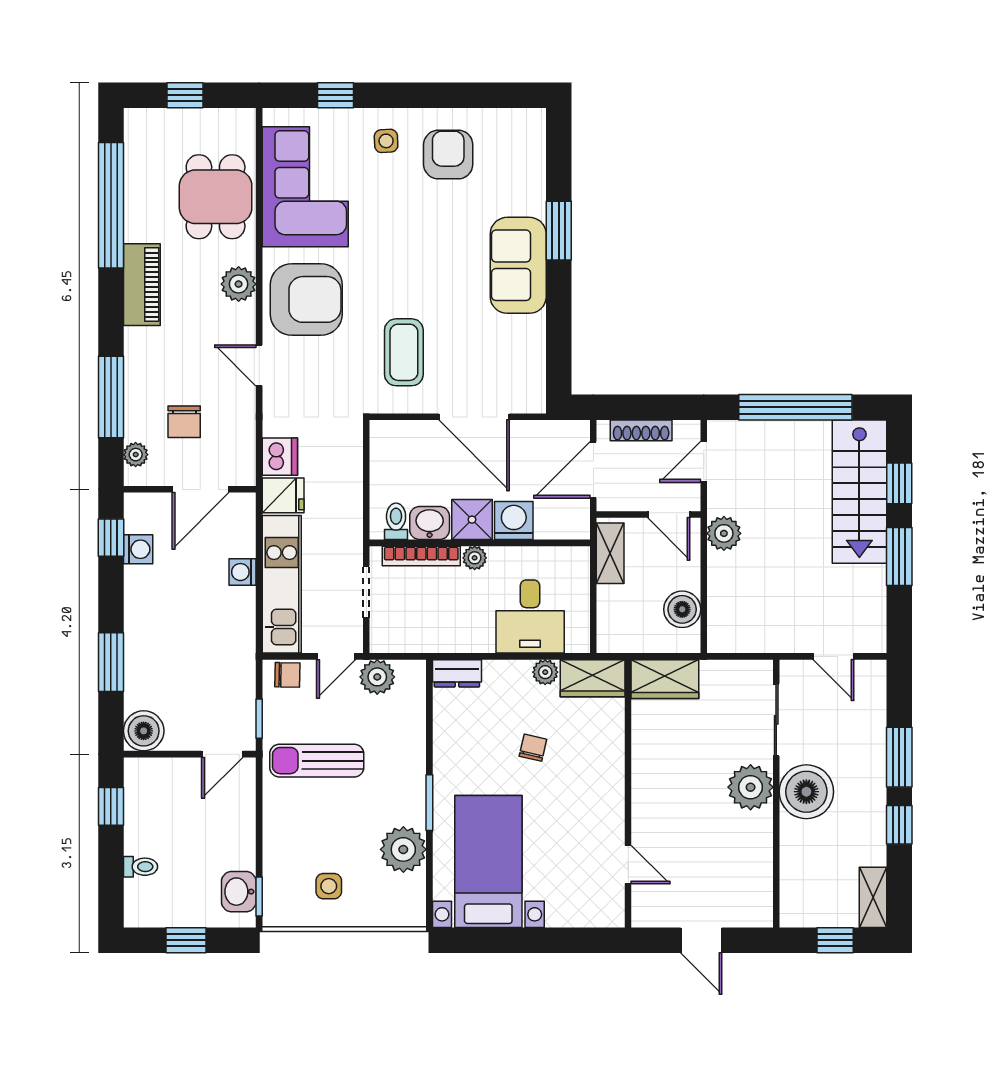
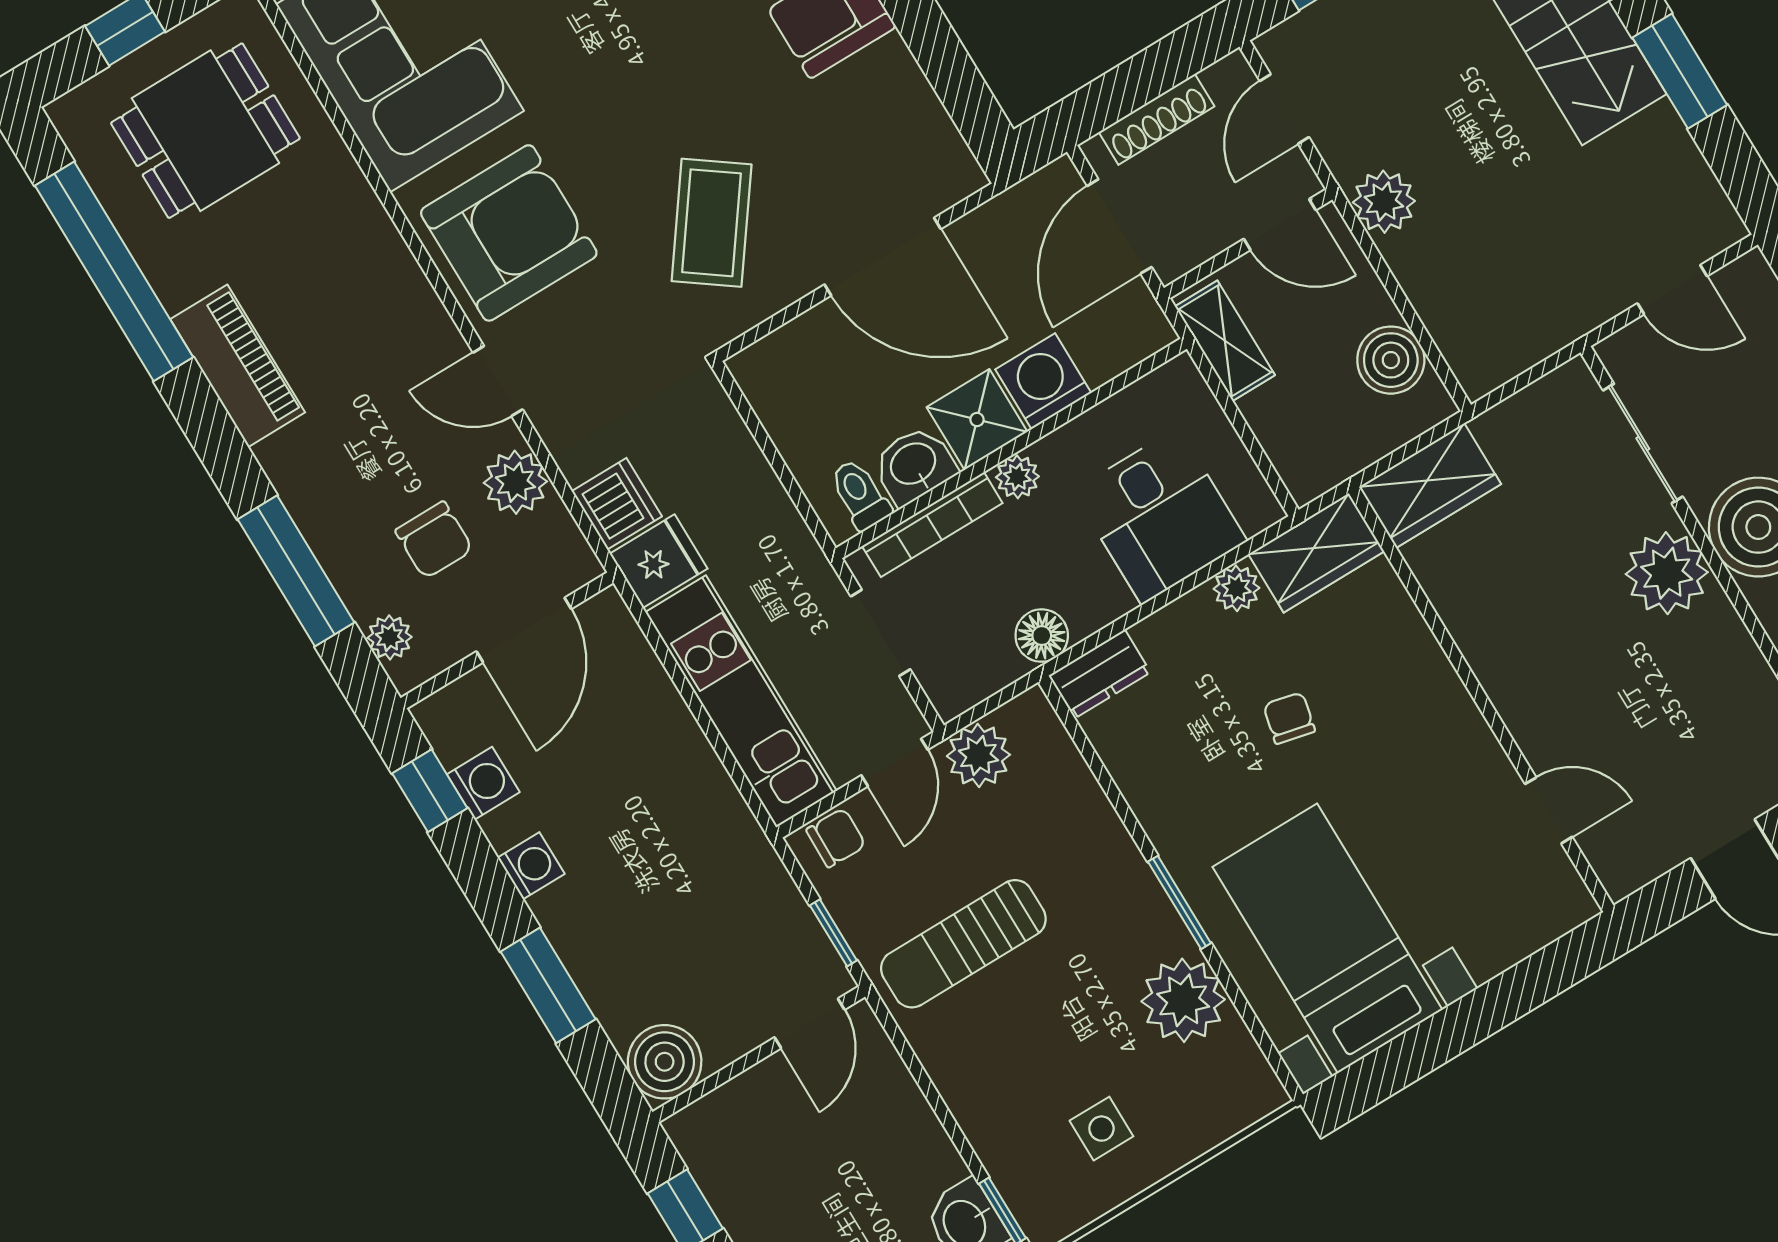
dining table: (216, 197) -> (205, 131), moved, turned 90
plant: (239, 284) -> (515, 482), moved
coffee table: (404, 352) -> (712, 223), turned 36
washing machine: (243, 572) -> (531, 866), moved, turned 180
floor lamp: (441, 639) -> (1042, 636), added

